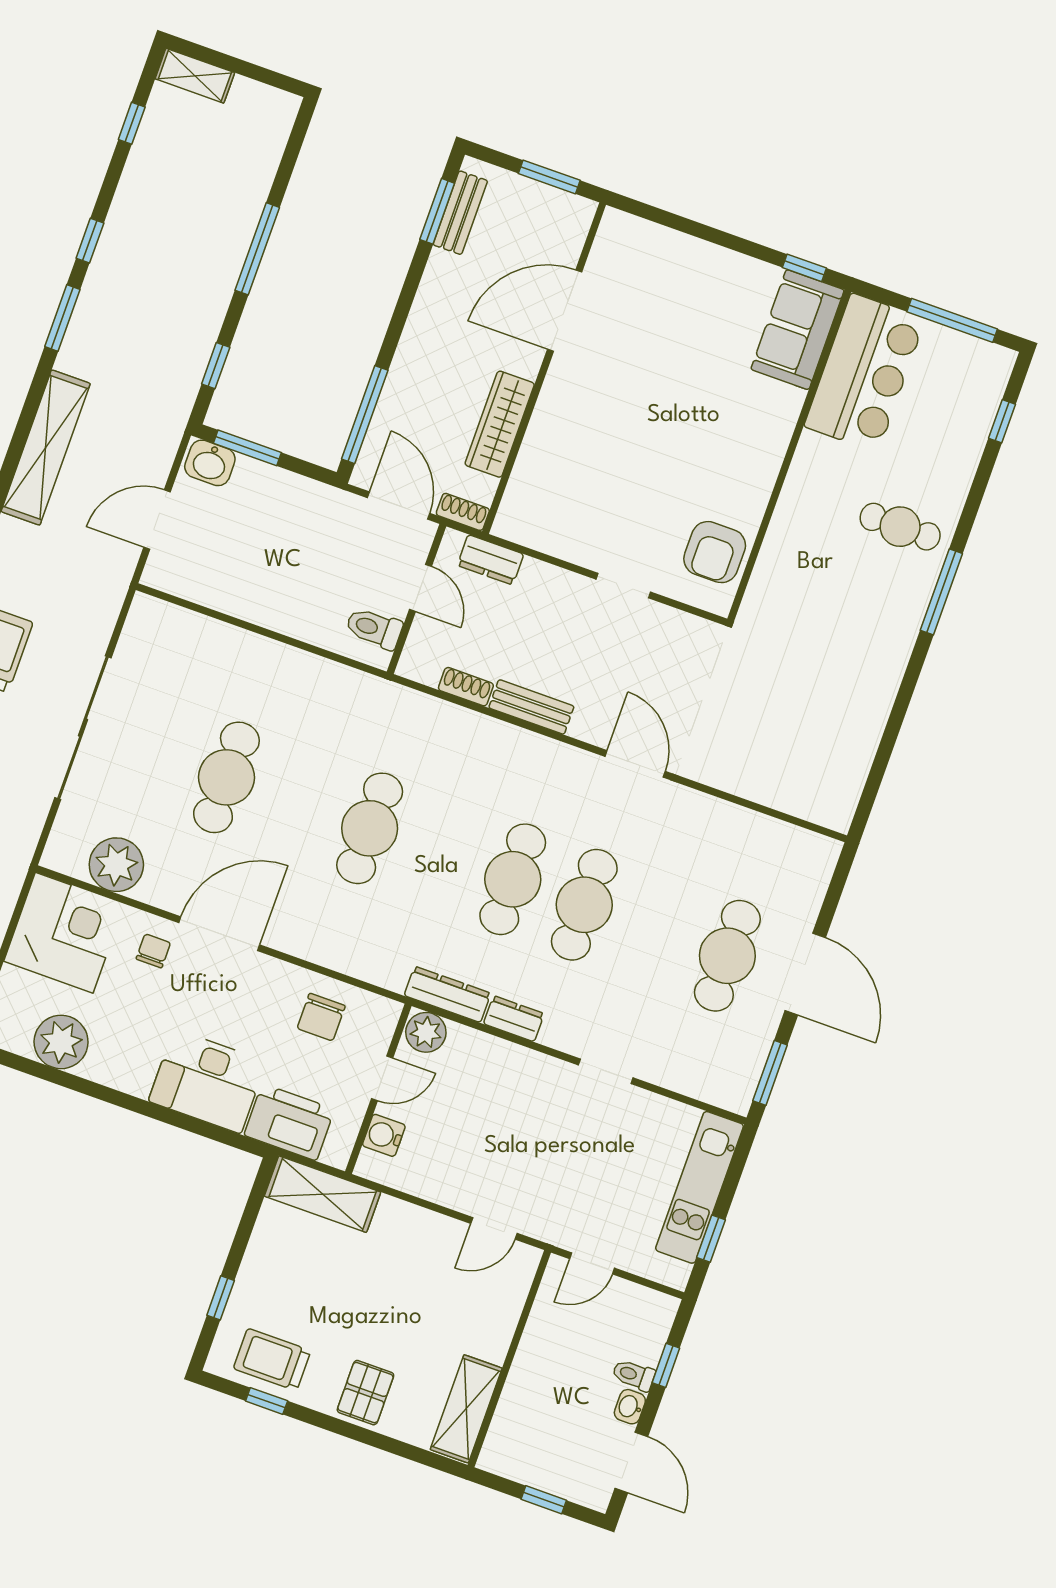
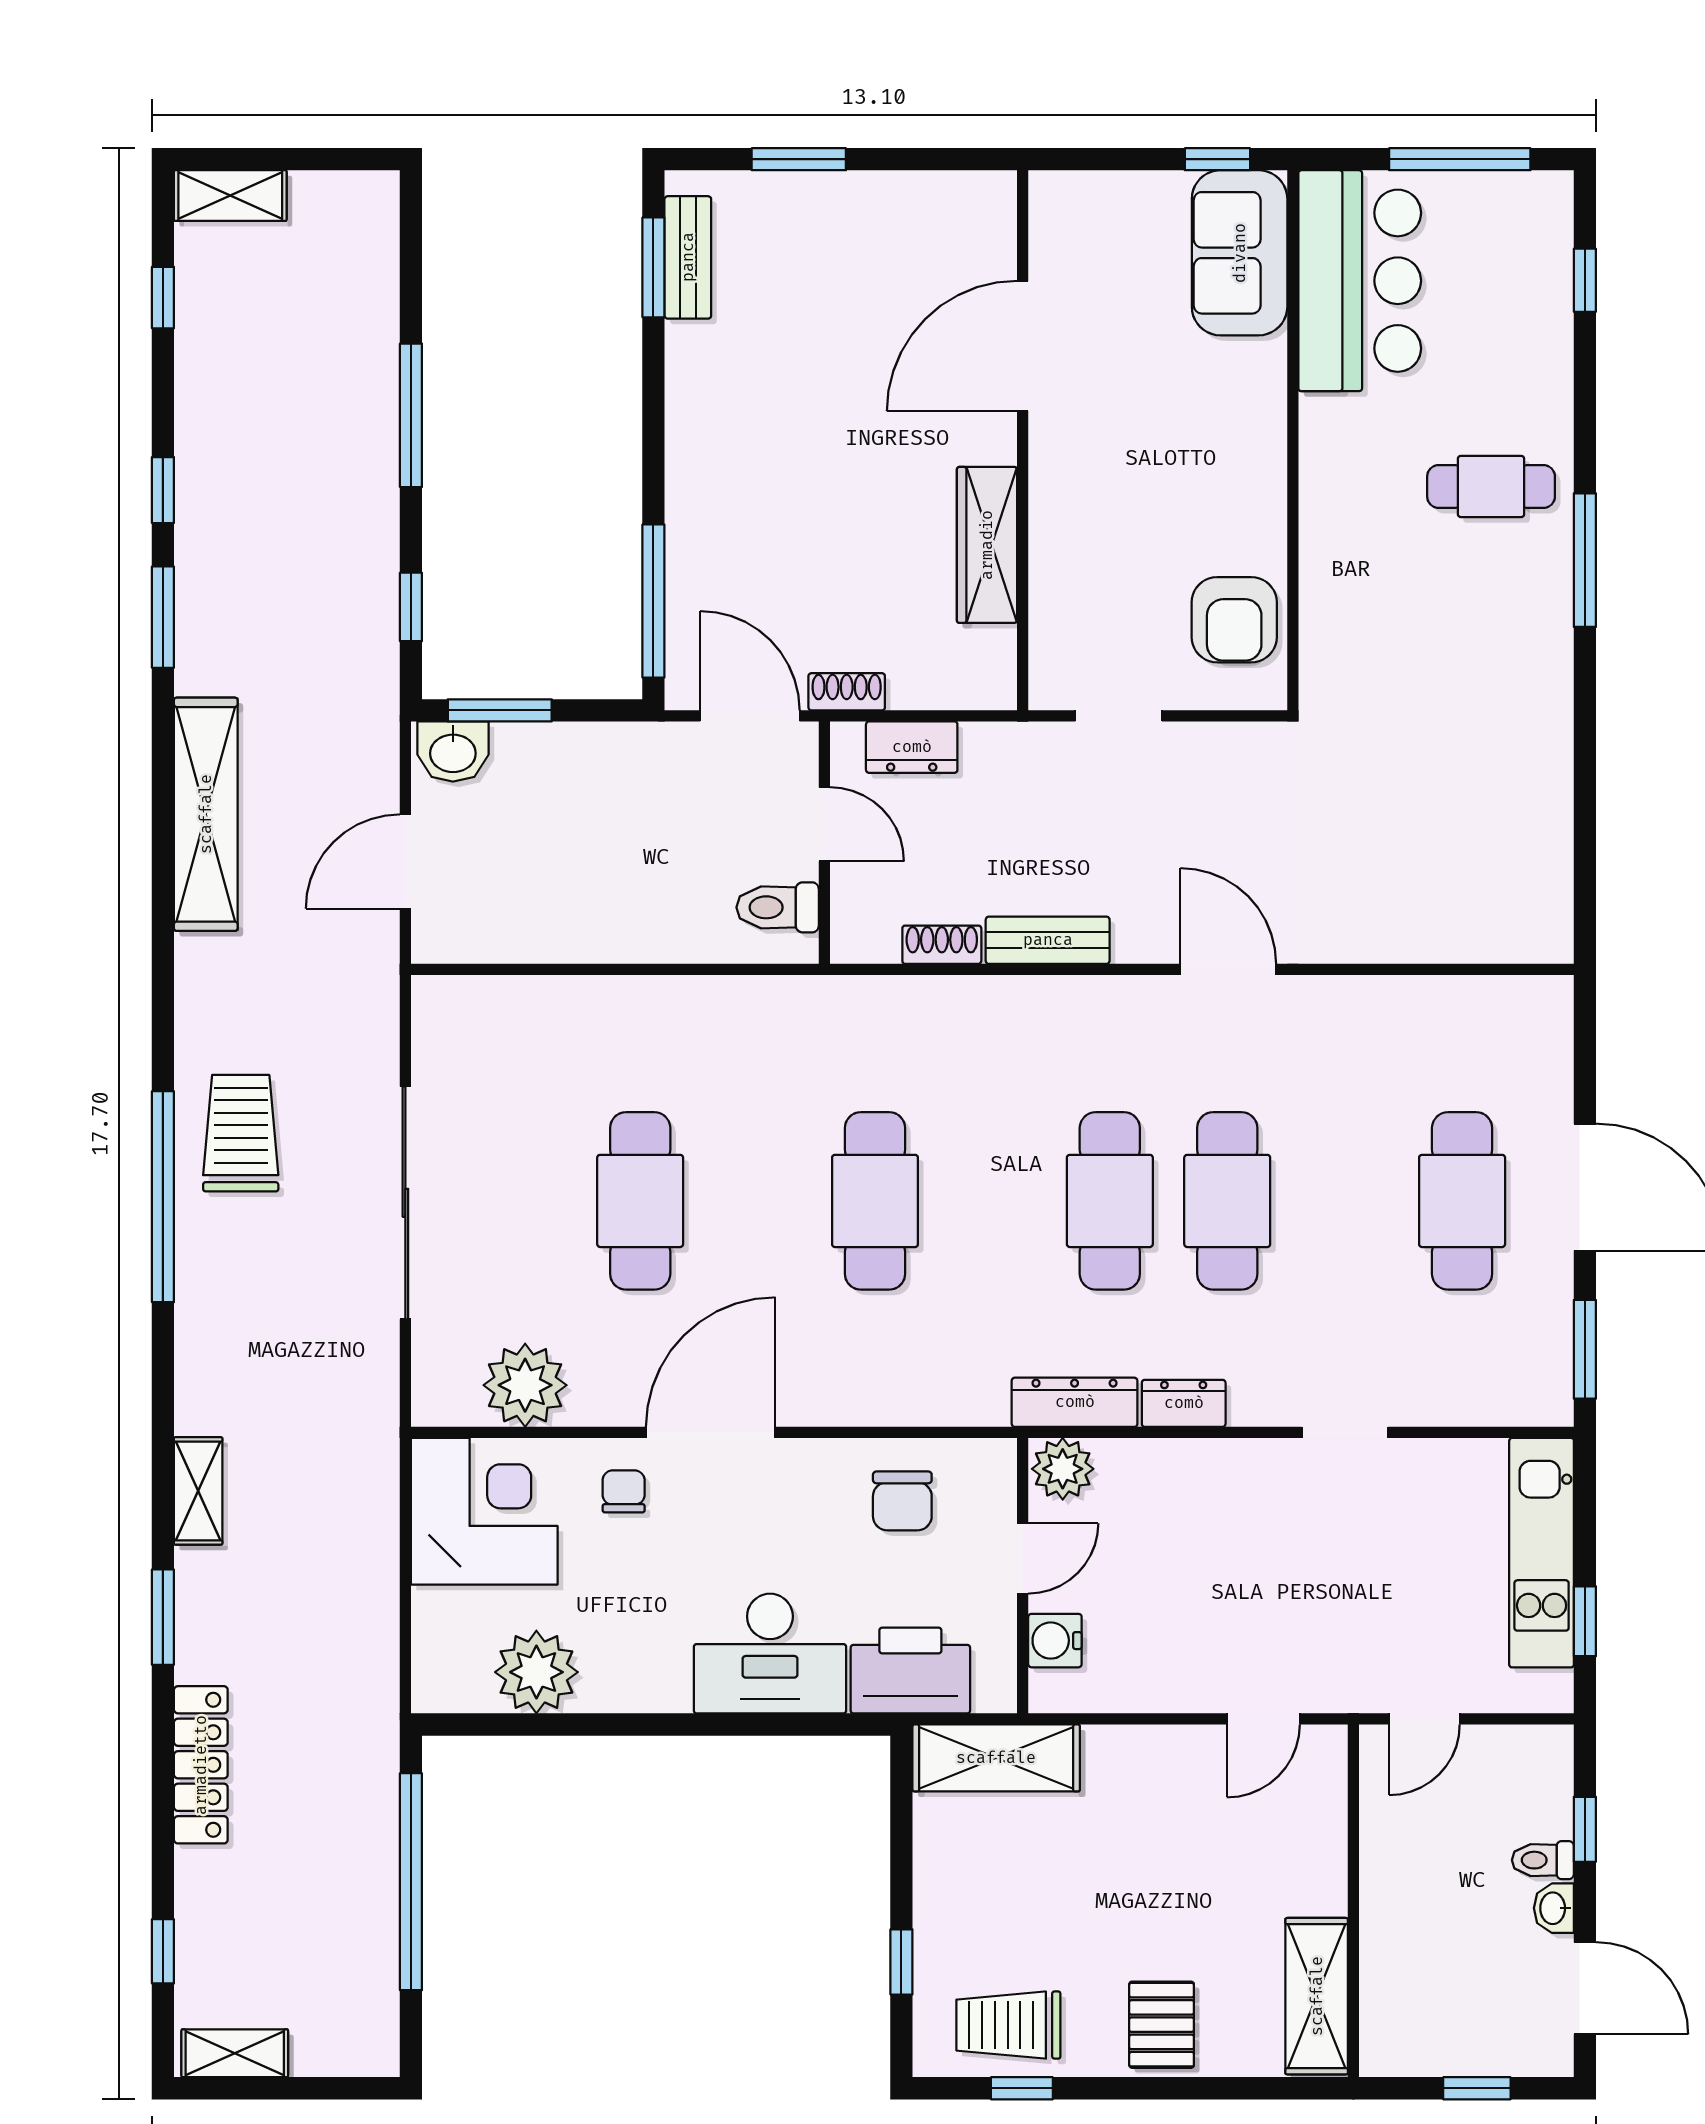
door: (565, 311) -> (1023, 346), moved
wall: (544, 368) -> (1023, 440), moved
wardrobe: (500, 424) -> (987, 545), moved

